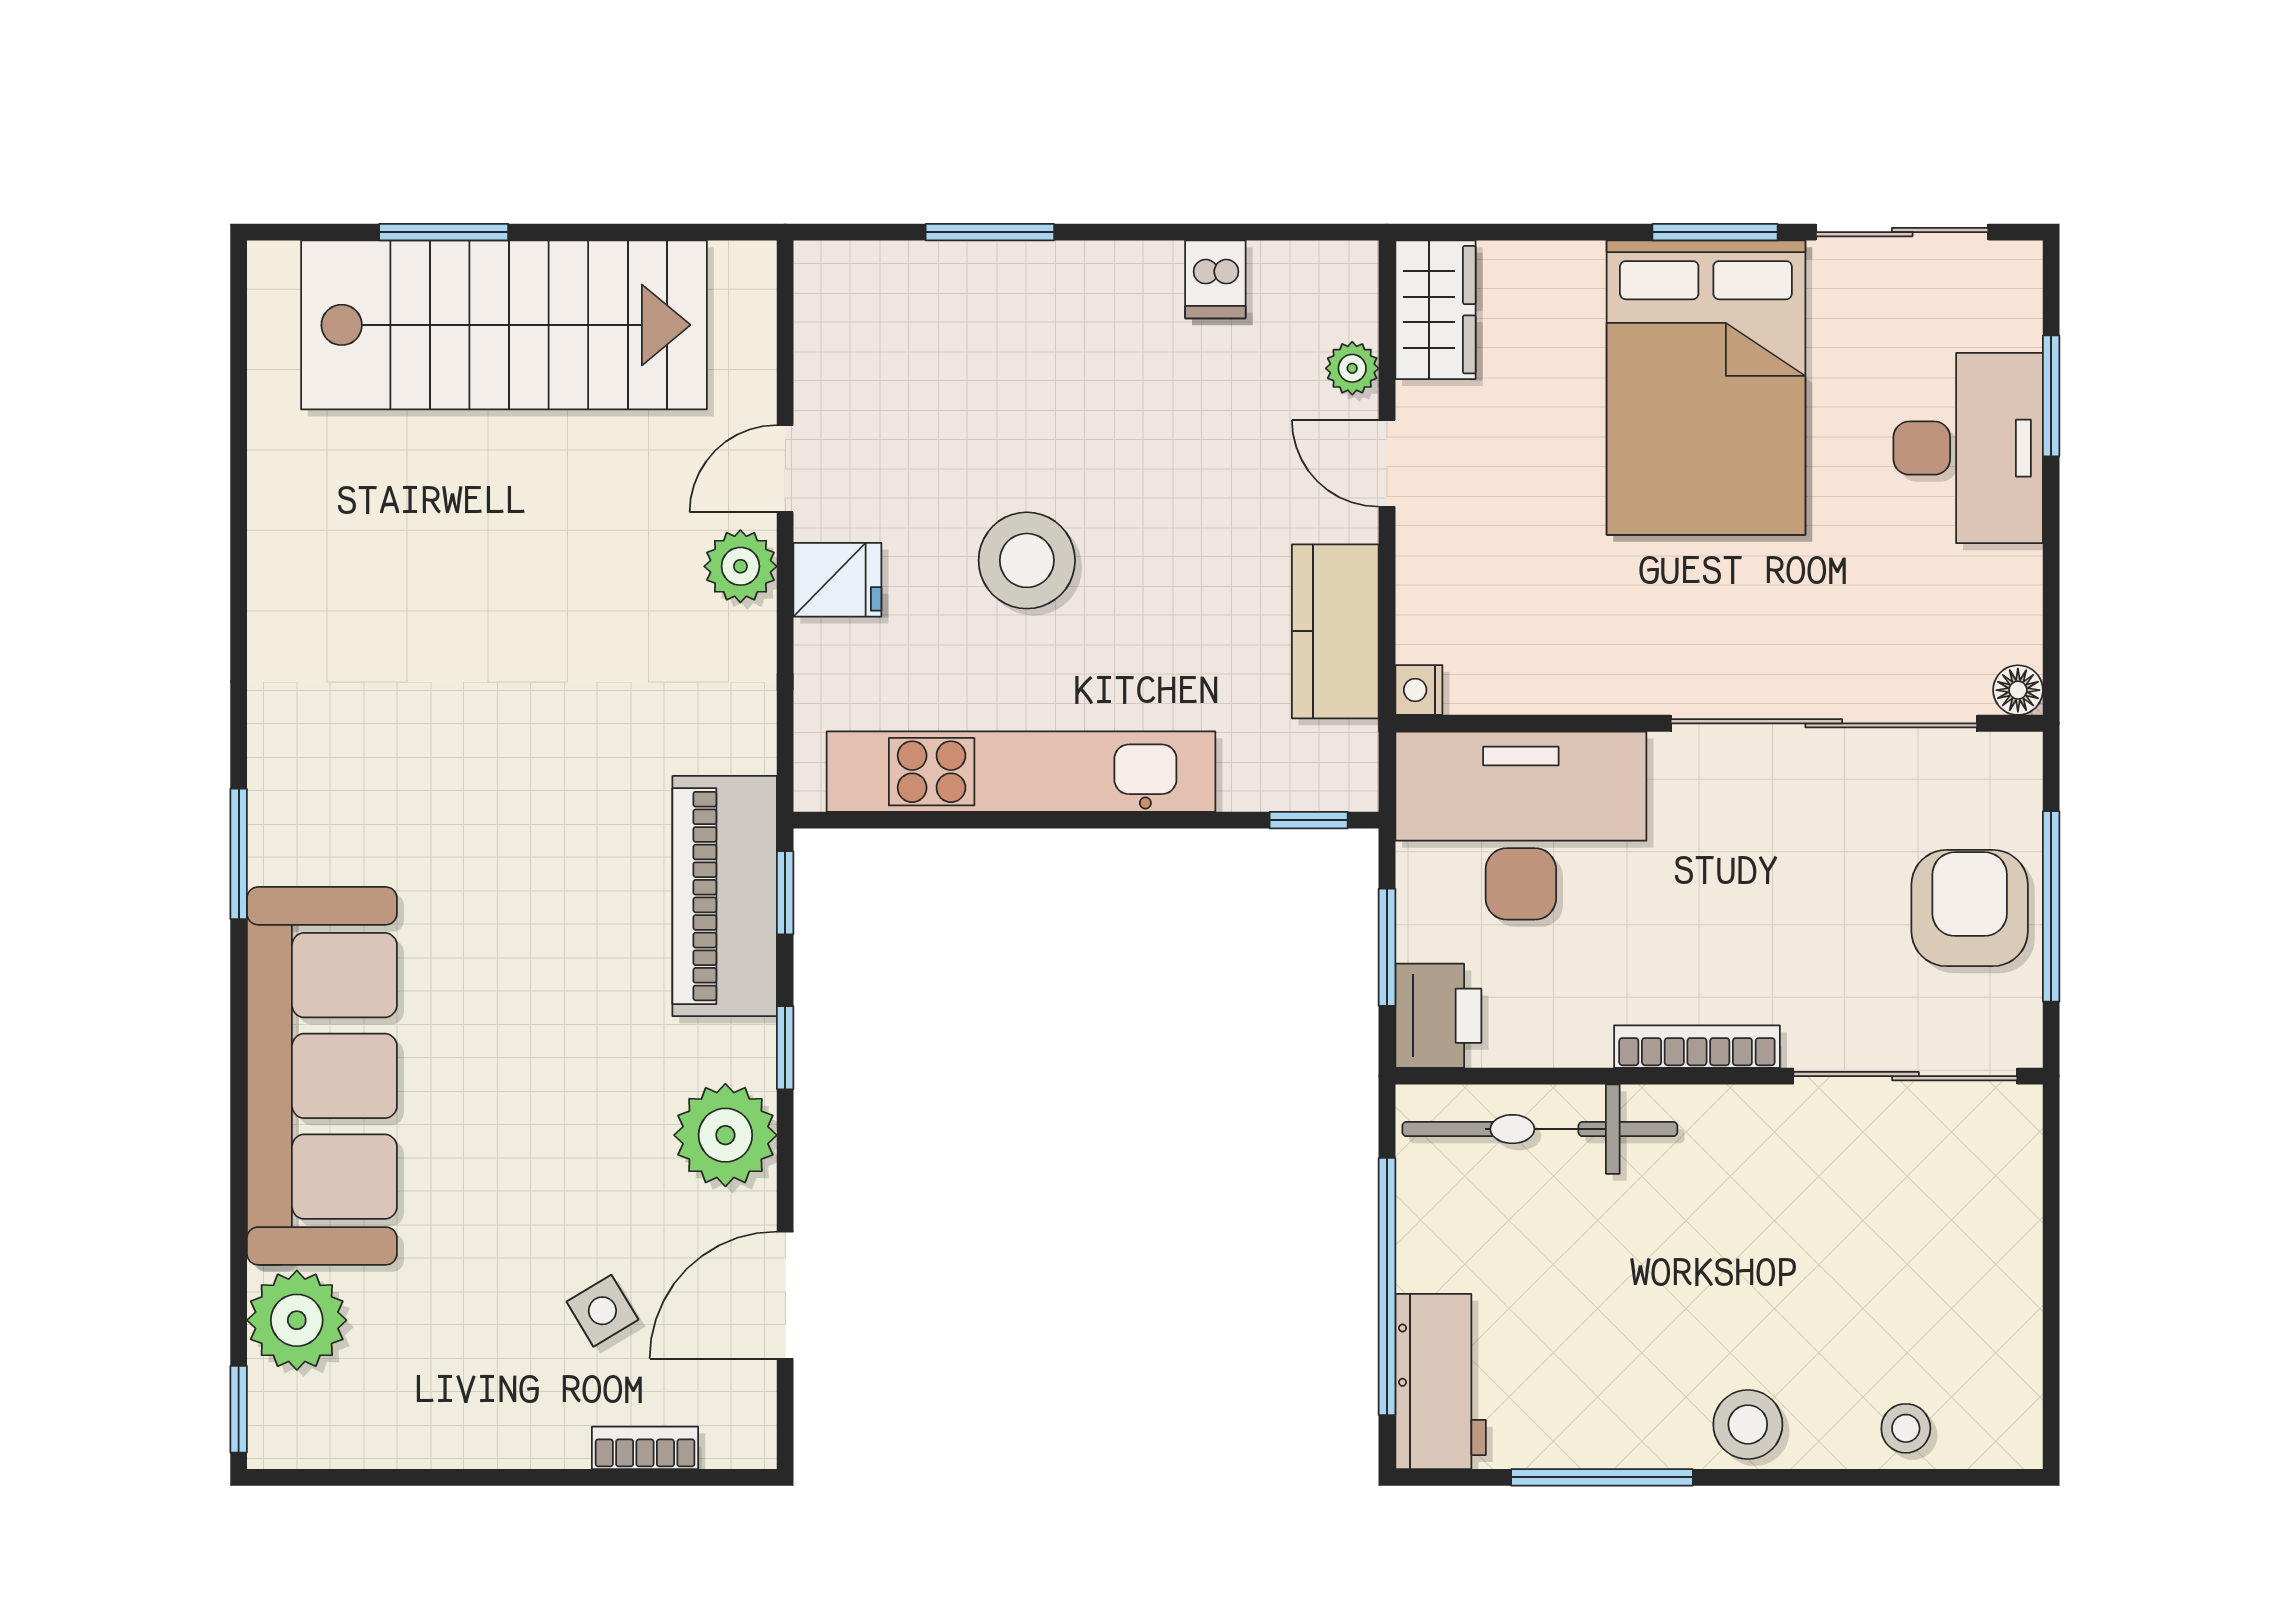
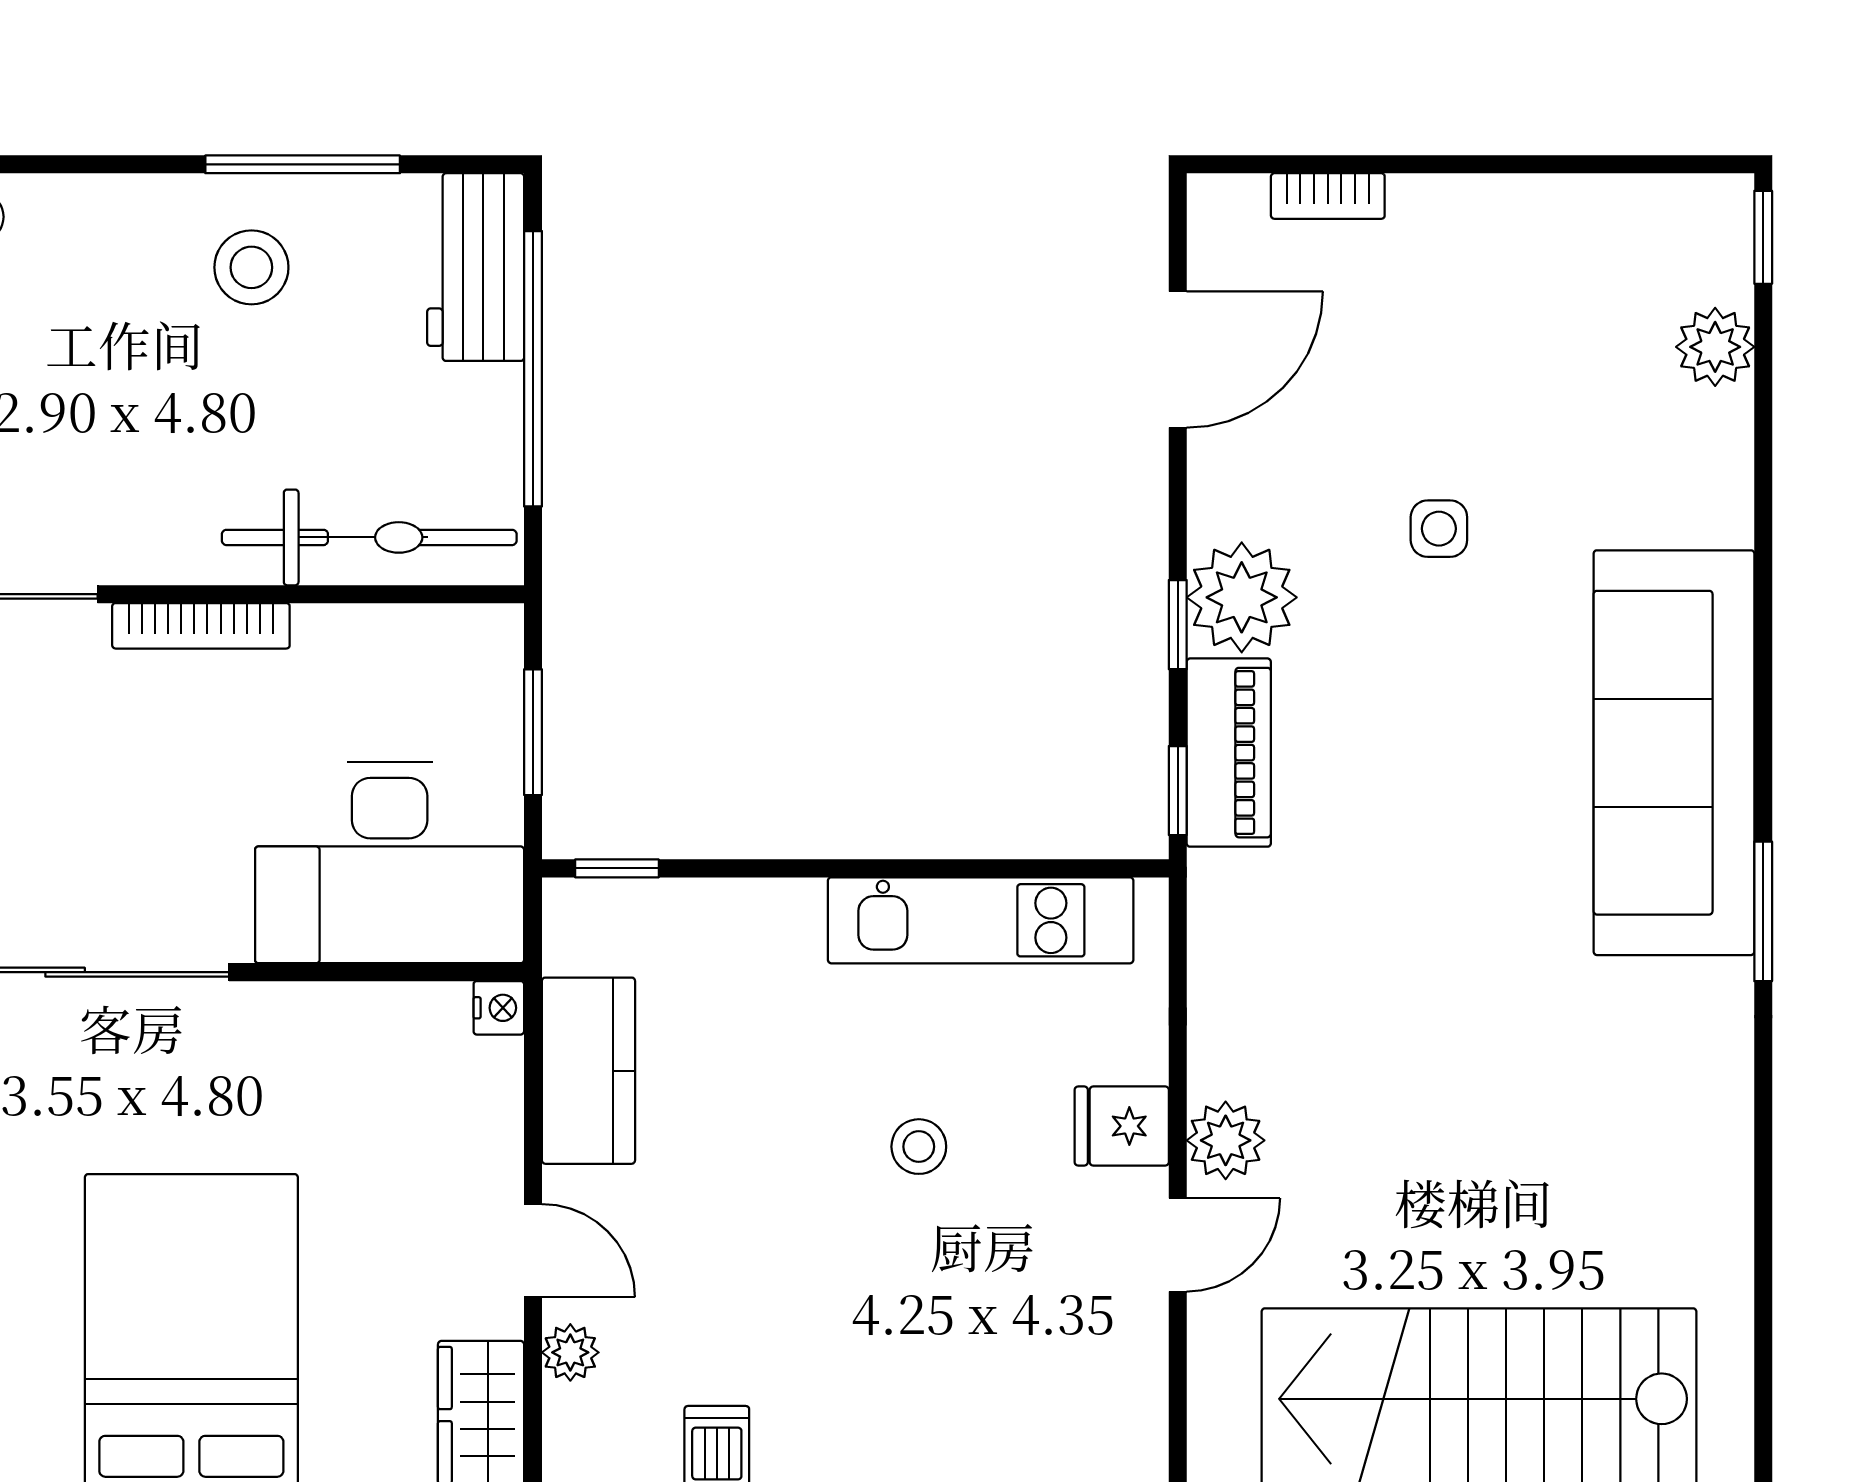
stool: (1027, 560) -> (919, 1147), width x0.53, depth x0.53
kitchen unit: (1021, 772) -> (981, 920), width x0.73
window: (239, 854) -> (1763, 911), moved
piano: (725, 896) -> (1229, 753), width x0.73, depth x0.75
printer: (1438, 1016) -> (478, 659), removed
sofa: (322, 1076) -> (1674, 753), moved
plant: (725, 1135) -> (1242, 597), moved
side table: (602, 1311) -> (1439, 529), moved, turned 31
plant: (297, 1320) -> (1715, 347), width x0.73, depth x0.73
stool: (1748, 1424) -> (251, 267), moved

